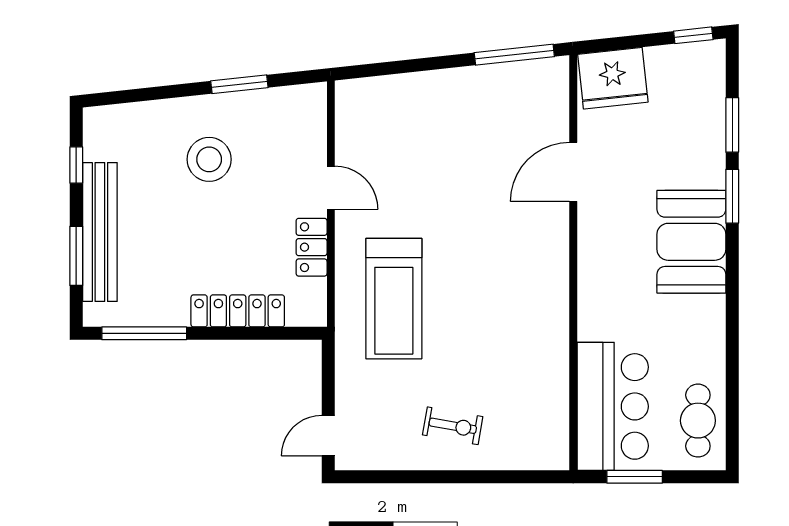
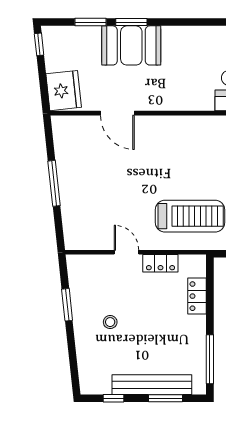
window: (514, 55) -> (54, 183), moved
stool: (209, 159) -> (110, 322), width x0.53, depth x0.53
door: (331, 188) -> (126, 252), hinge flipped
booth: (691, 242) -> (131, 45), moved
locker: (238, 311) -> (197, 296), width x0.66

